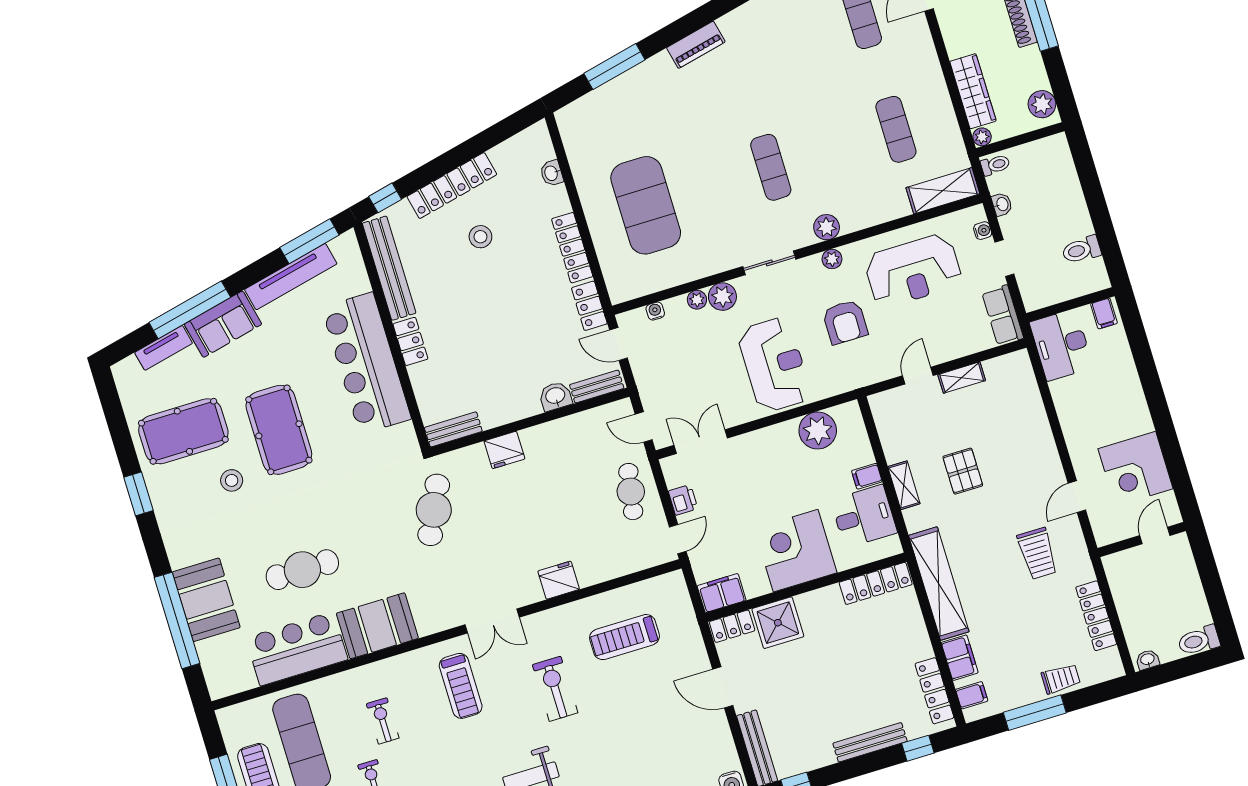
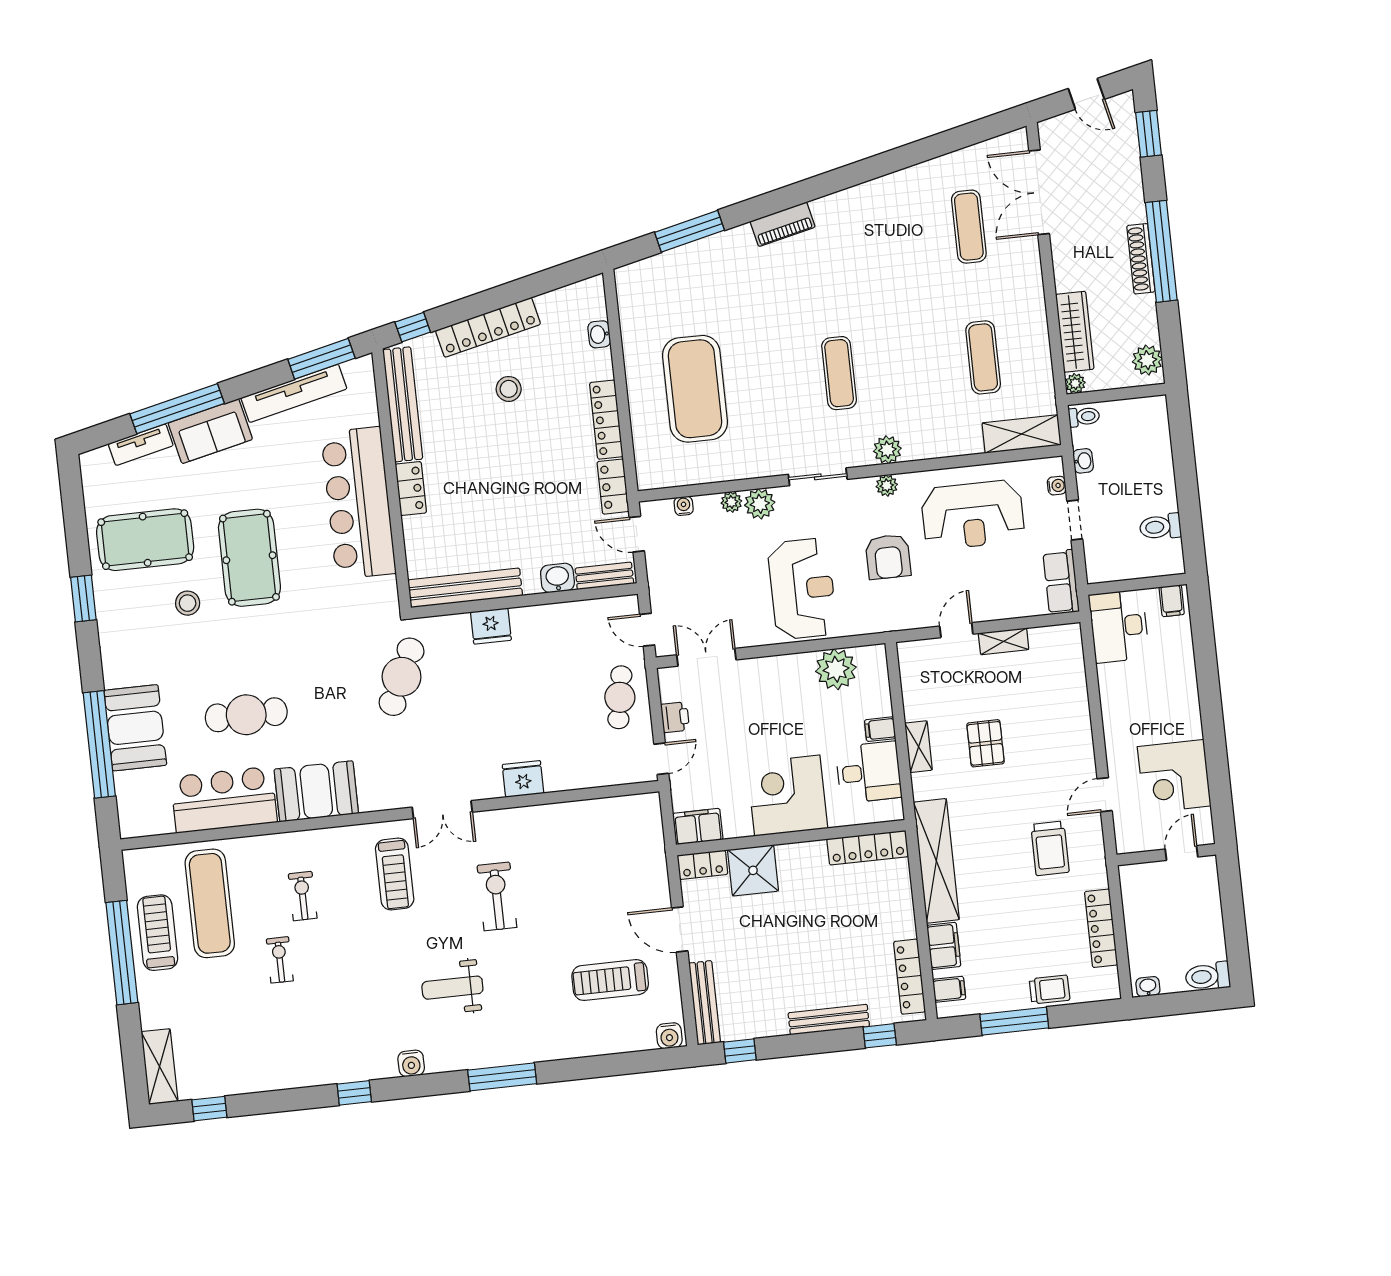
bench: (453, 429) -> (465, 588), width x1.86, depth x1.21
treadmill: (624, 637) -> (610, 980), moved

